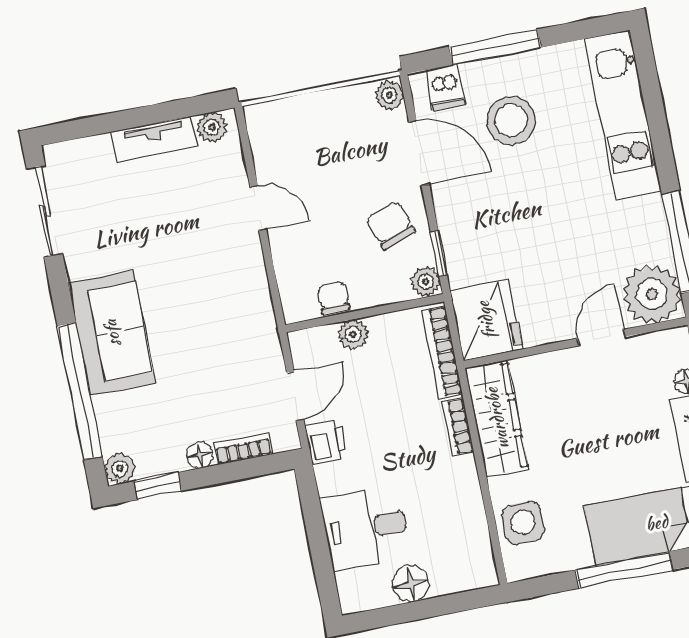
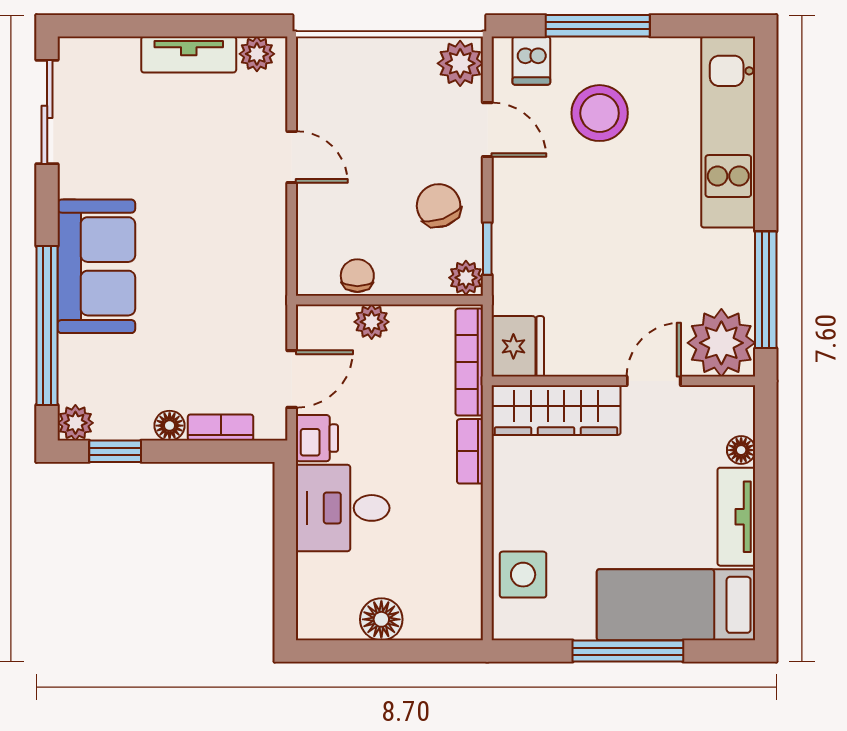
plant: (389, 95) -> (460, 63), width x1.38, depth x1.38
door: (419, 153) -> (487, 130), width x0.73
fridge: (486, 320) -> (518, 346), width x0.73, depth x0.75
wardrobe: (497, 418) -> (556, 410), moved, turned 90
desk: (366, 528) -> (343, 508), moved

